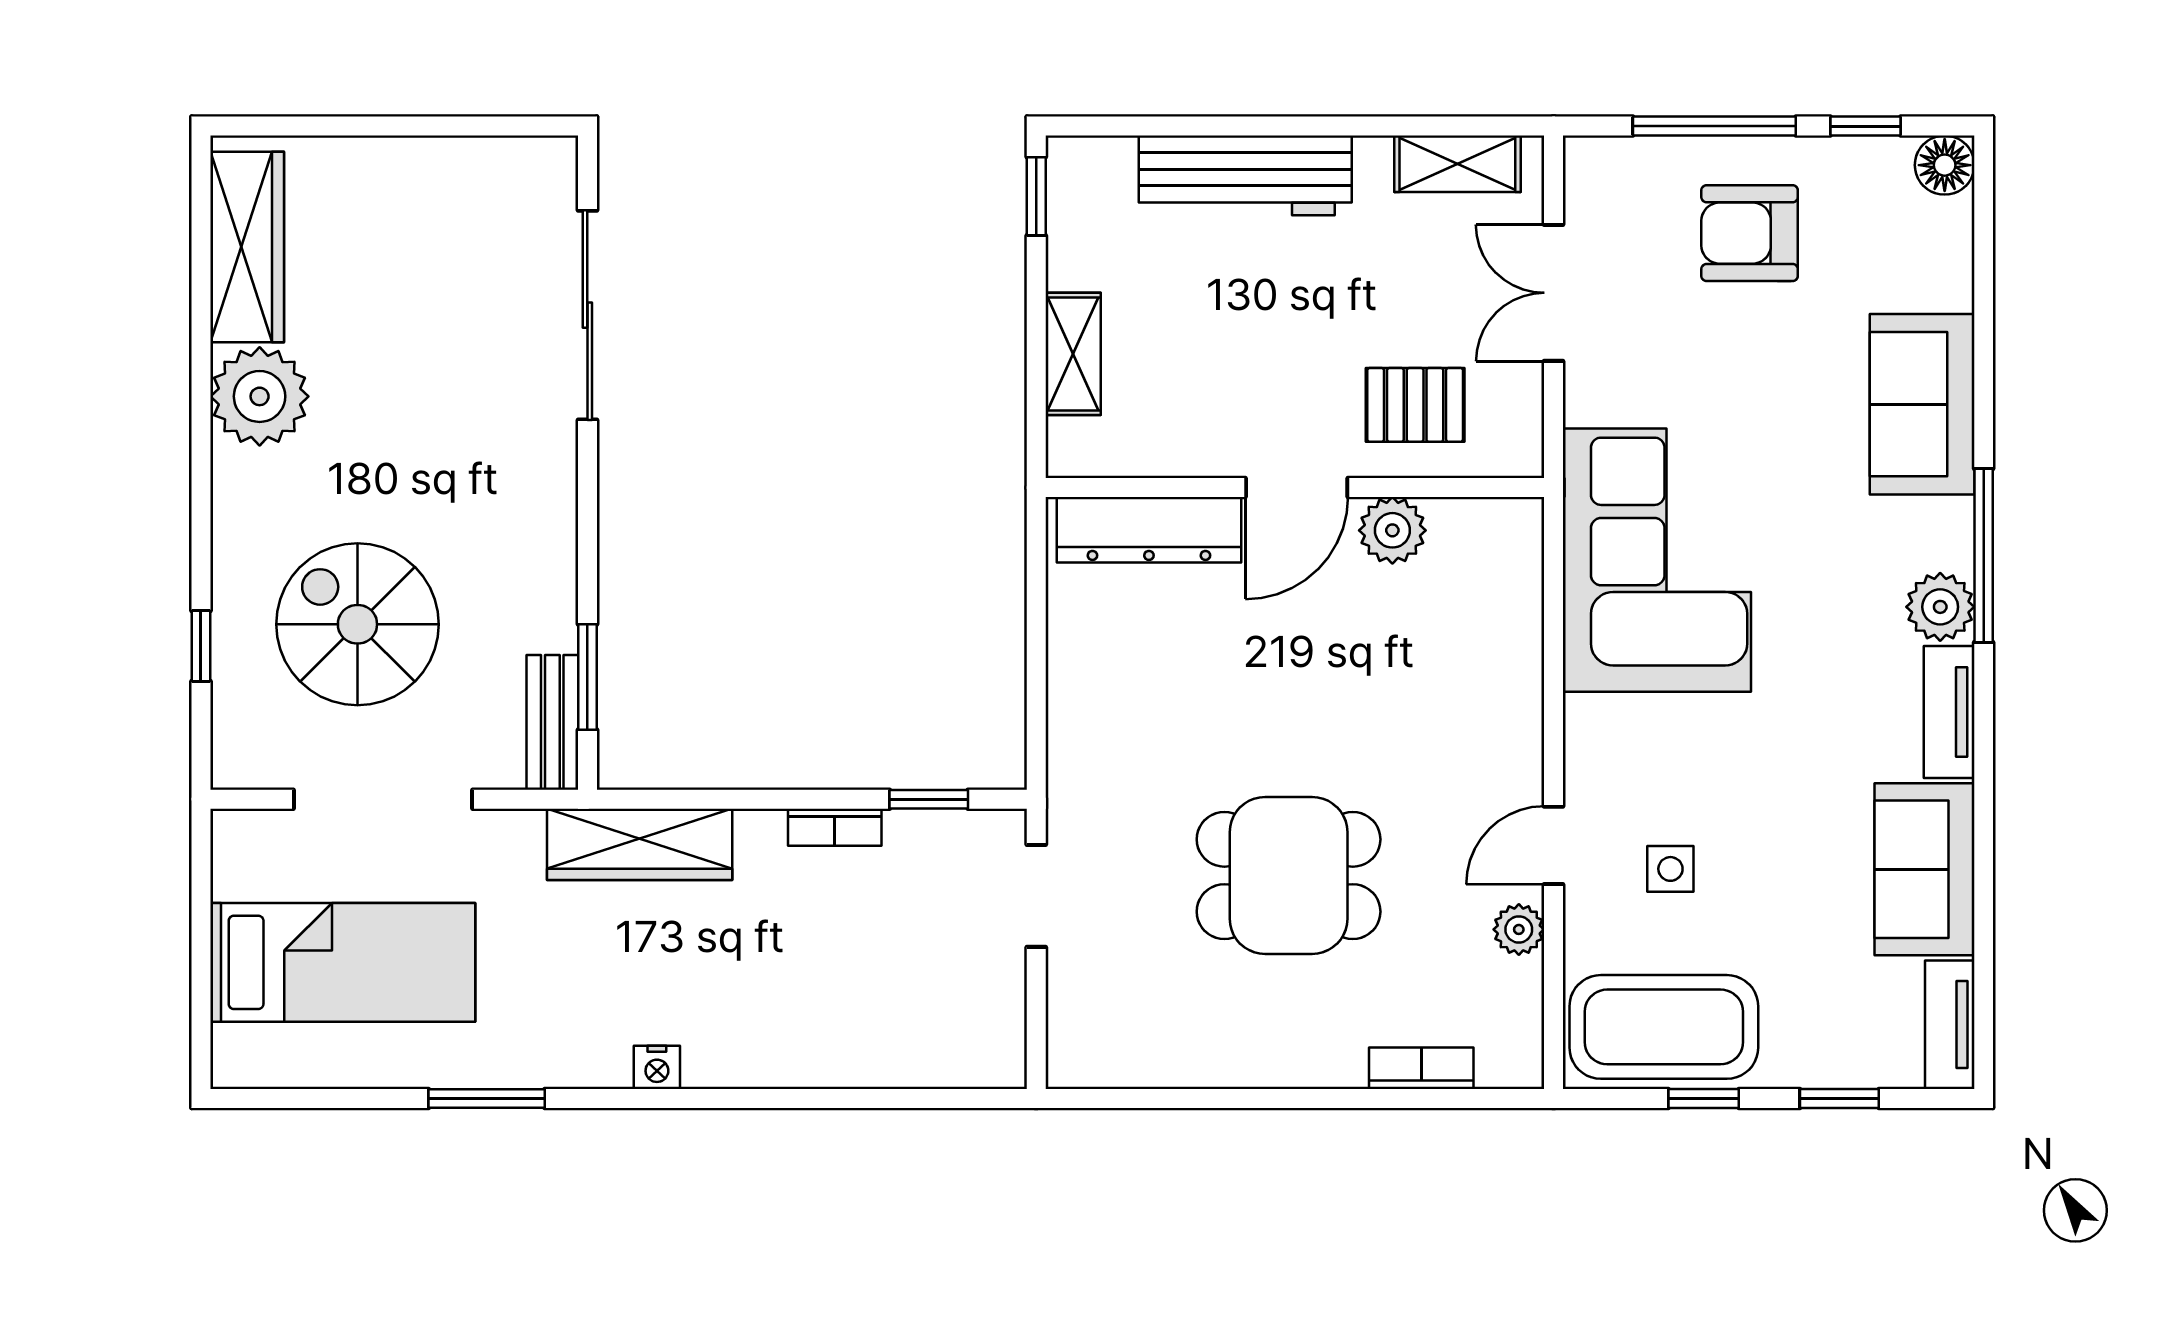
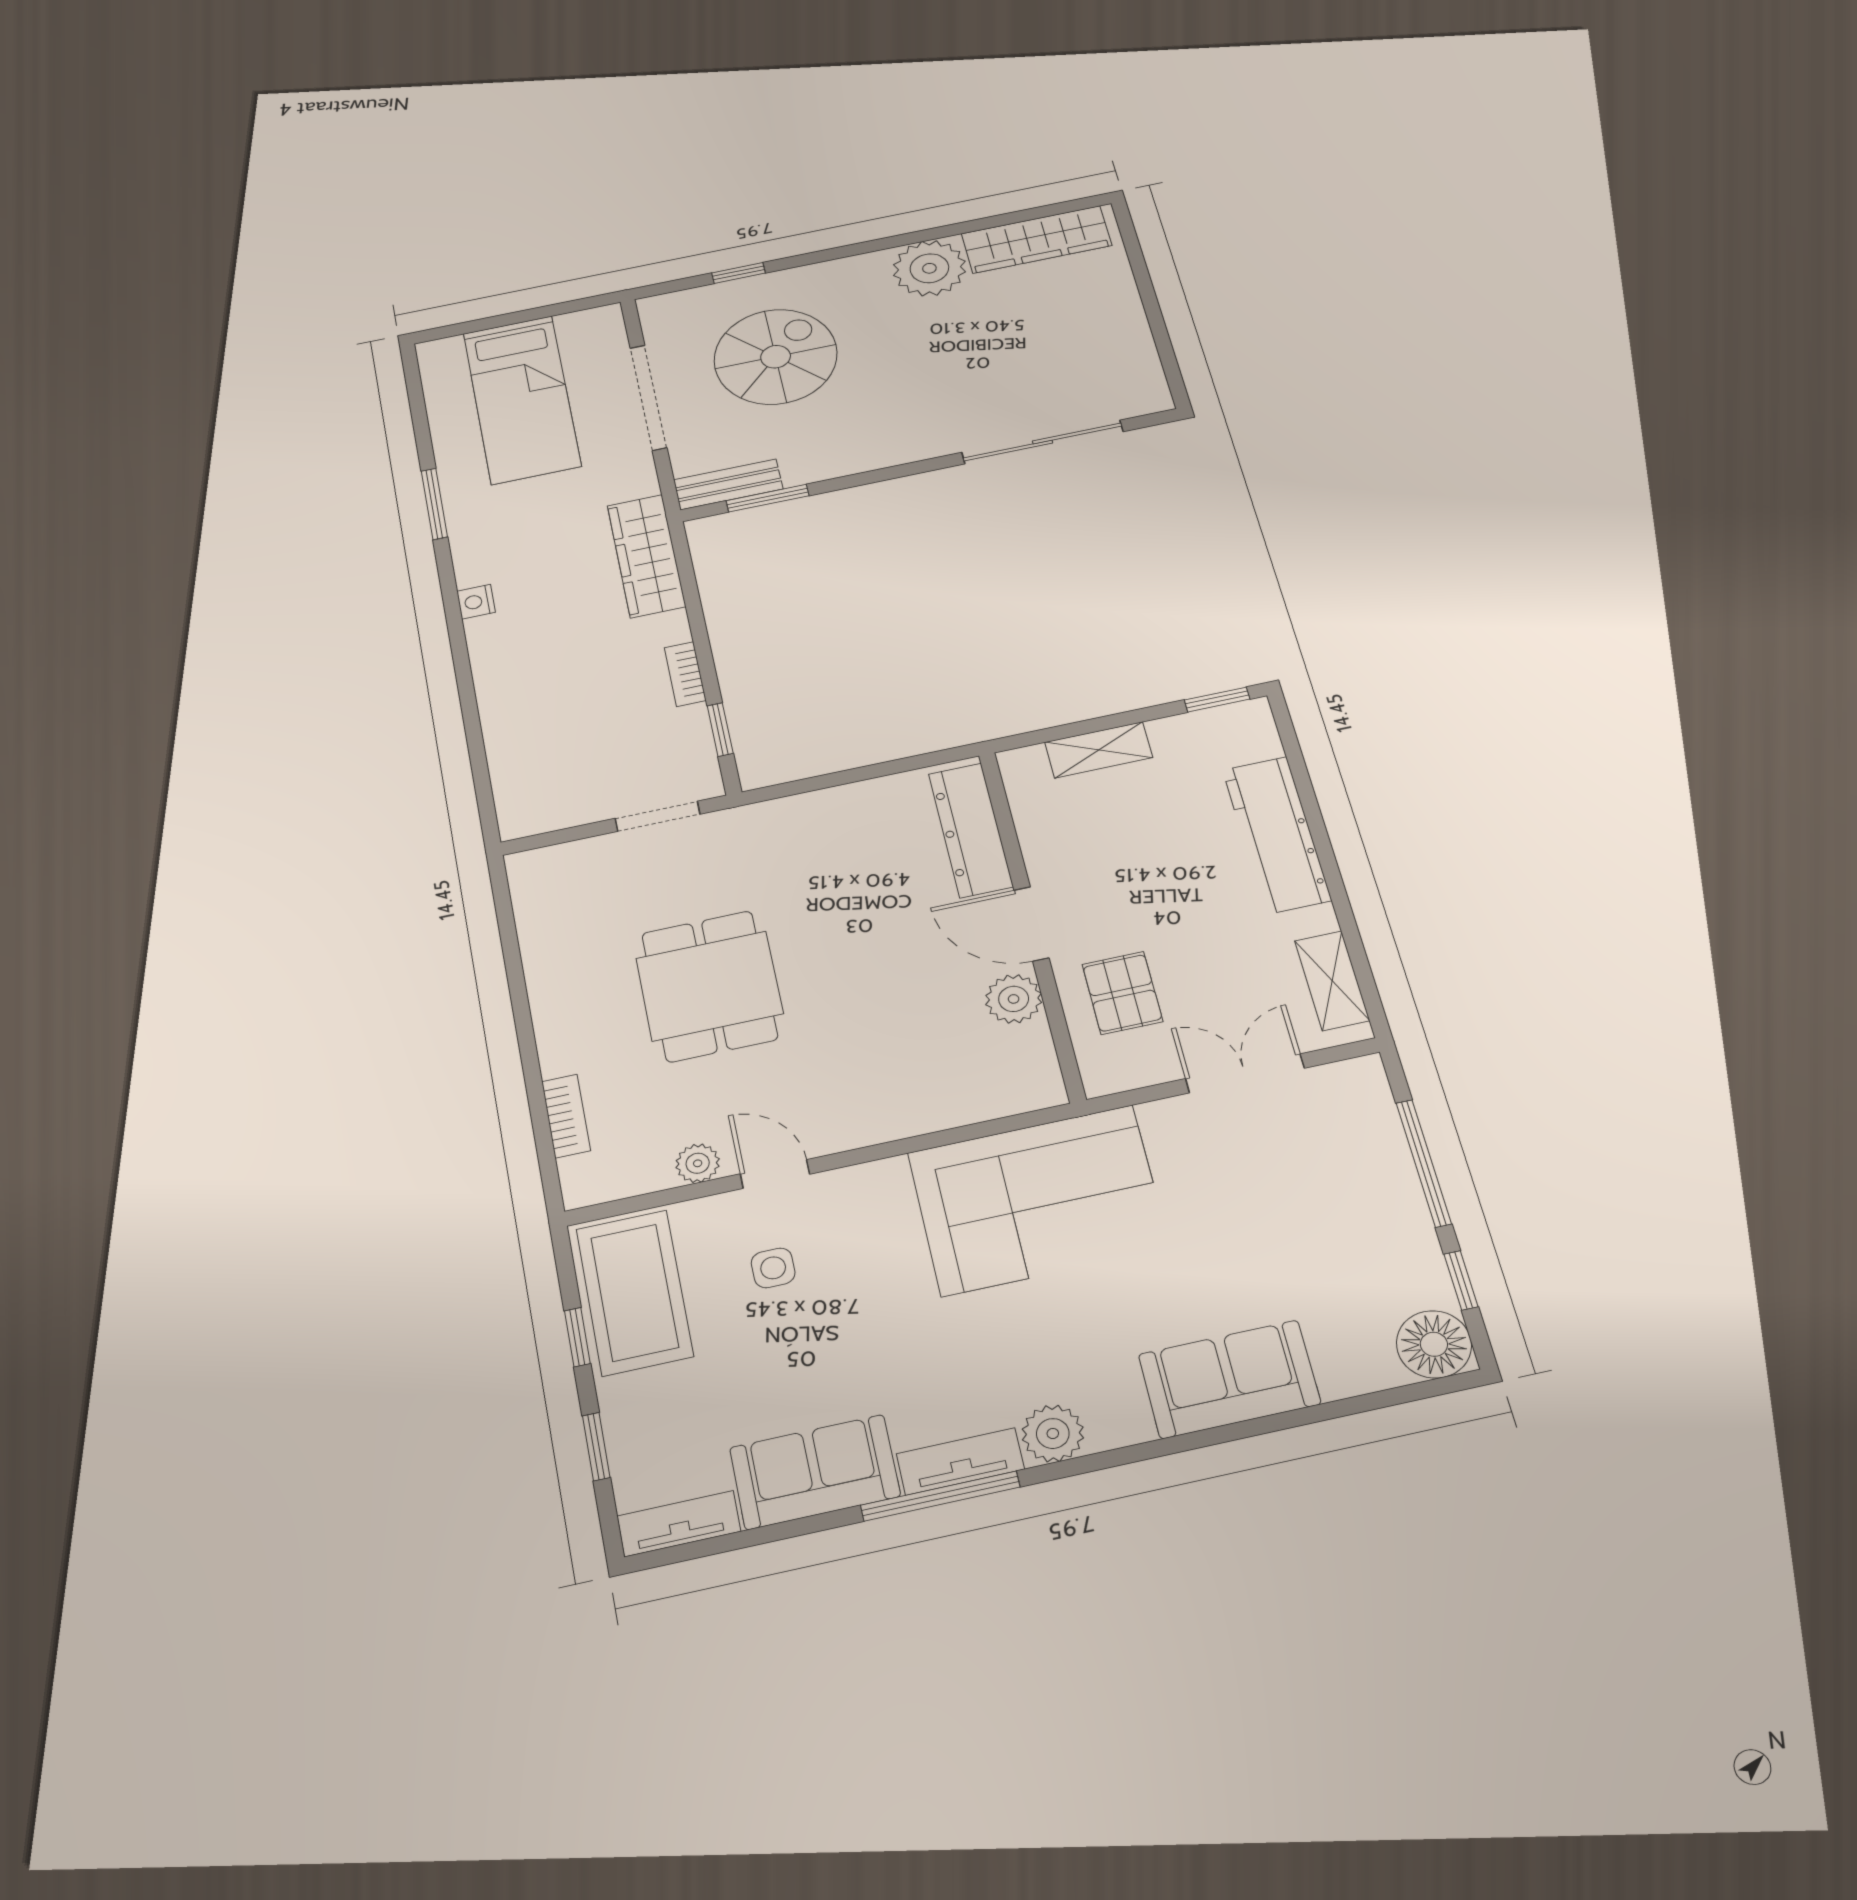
floor lamp: (1945, 165) -> (1434, 1344), width x1.38, depth x1.38
armchair: (1750, 233) -> (1340, 1210), removed
window: (1984, 556) -> (940, 1496), moved

